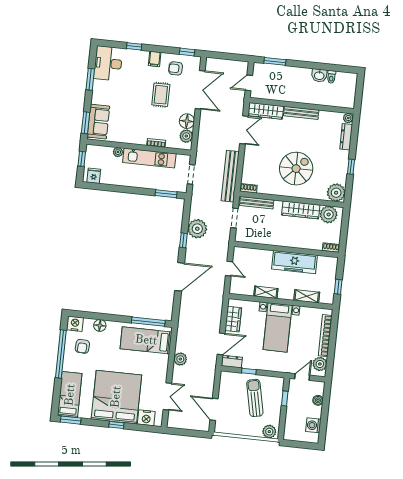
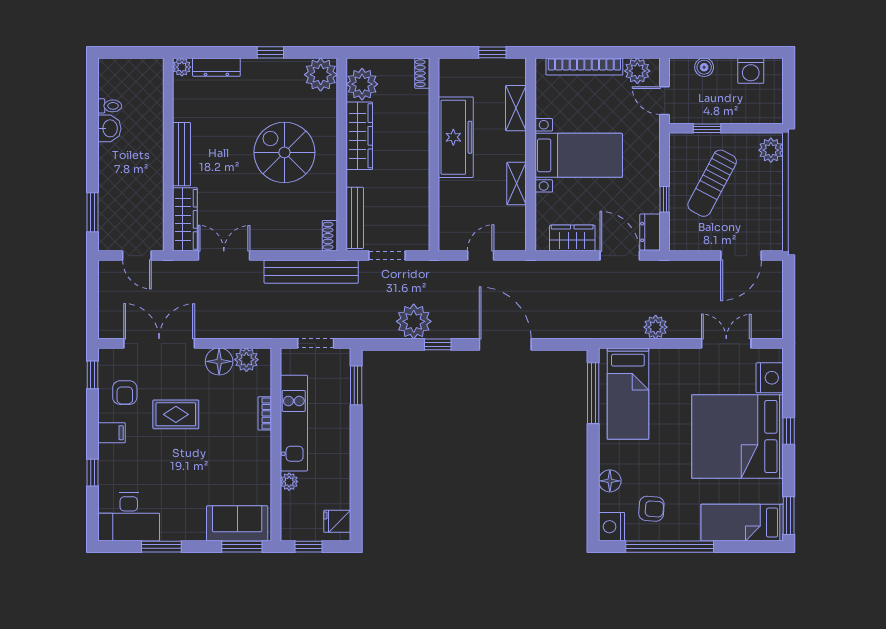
sun lounger: (255, 398) -> (712, 183), turned -50

